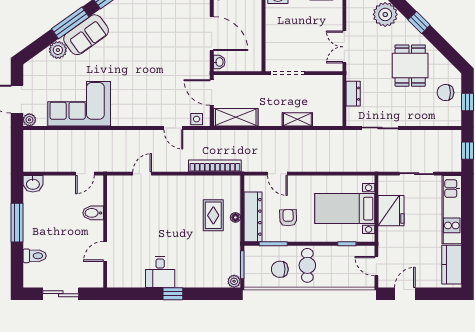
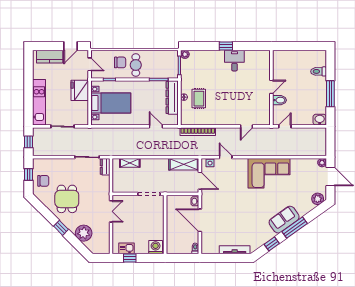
plant: (58, 50) -> (318, 199), moved
dresser: (353, 94) -> (105, 167), moved
corner sofa: (79, 104) -> (269, 173), moved
shelving: (297, 119) -> (130, 163), moved
fridge: (391, 211) -> (80, 90), moved
armchair: (288, 218) -> (149, 97), removed
door: (105, 251) -> (271, 87), moved
kitchen counter: (452, 265) -> (50, 57), moved, turned 90
chair: (280, 269) -> (120, 62), moved
sliding door: (61, 294) -> (301, 46), removed

